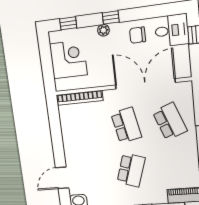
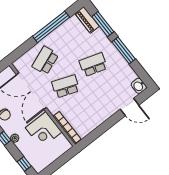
corner desk: (68, 59) -> (44, 130), moved, turned -90
school desk: (126, 125) -> (66, 86), turned 33

